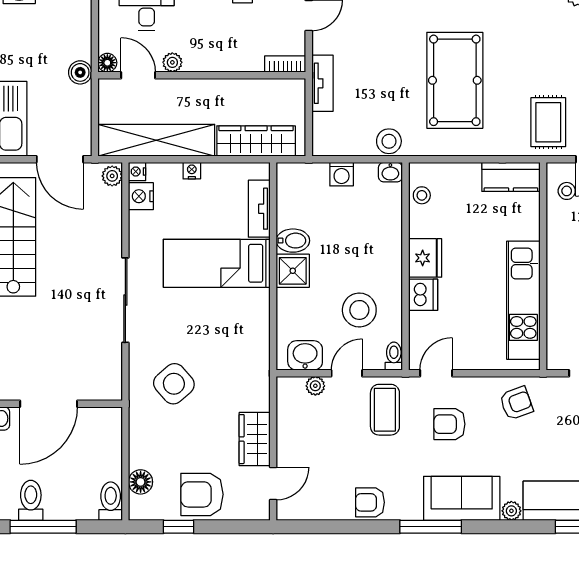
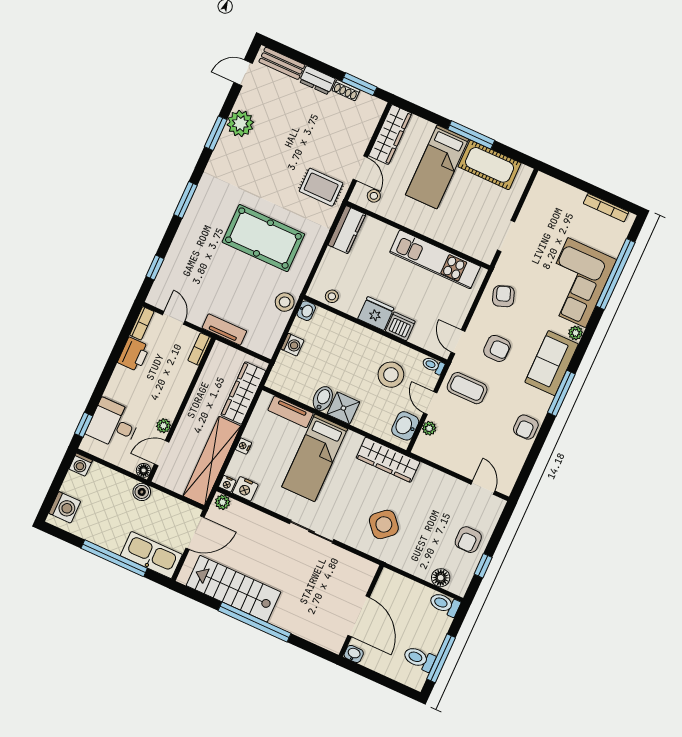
sliding door: (125, 300) -> (312, 532), width x0.73
armchair: (449, 424) -> (497, 348), turned -90
wardrobe: (255, 439) -> (388, 460), moved, width x1.50
armchair: (202, 494) -> (468, 540), width x0.72, depth x0.72

